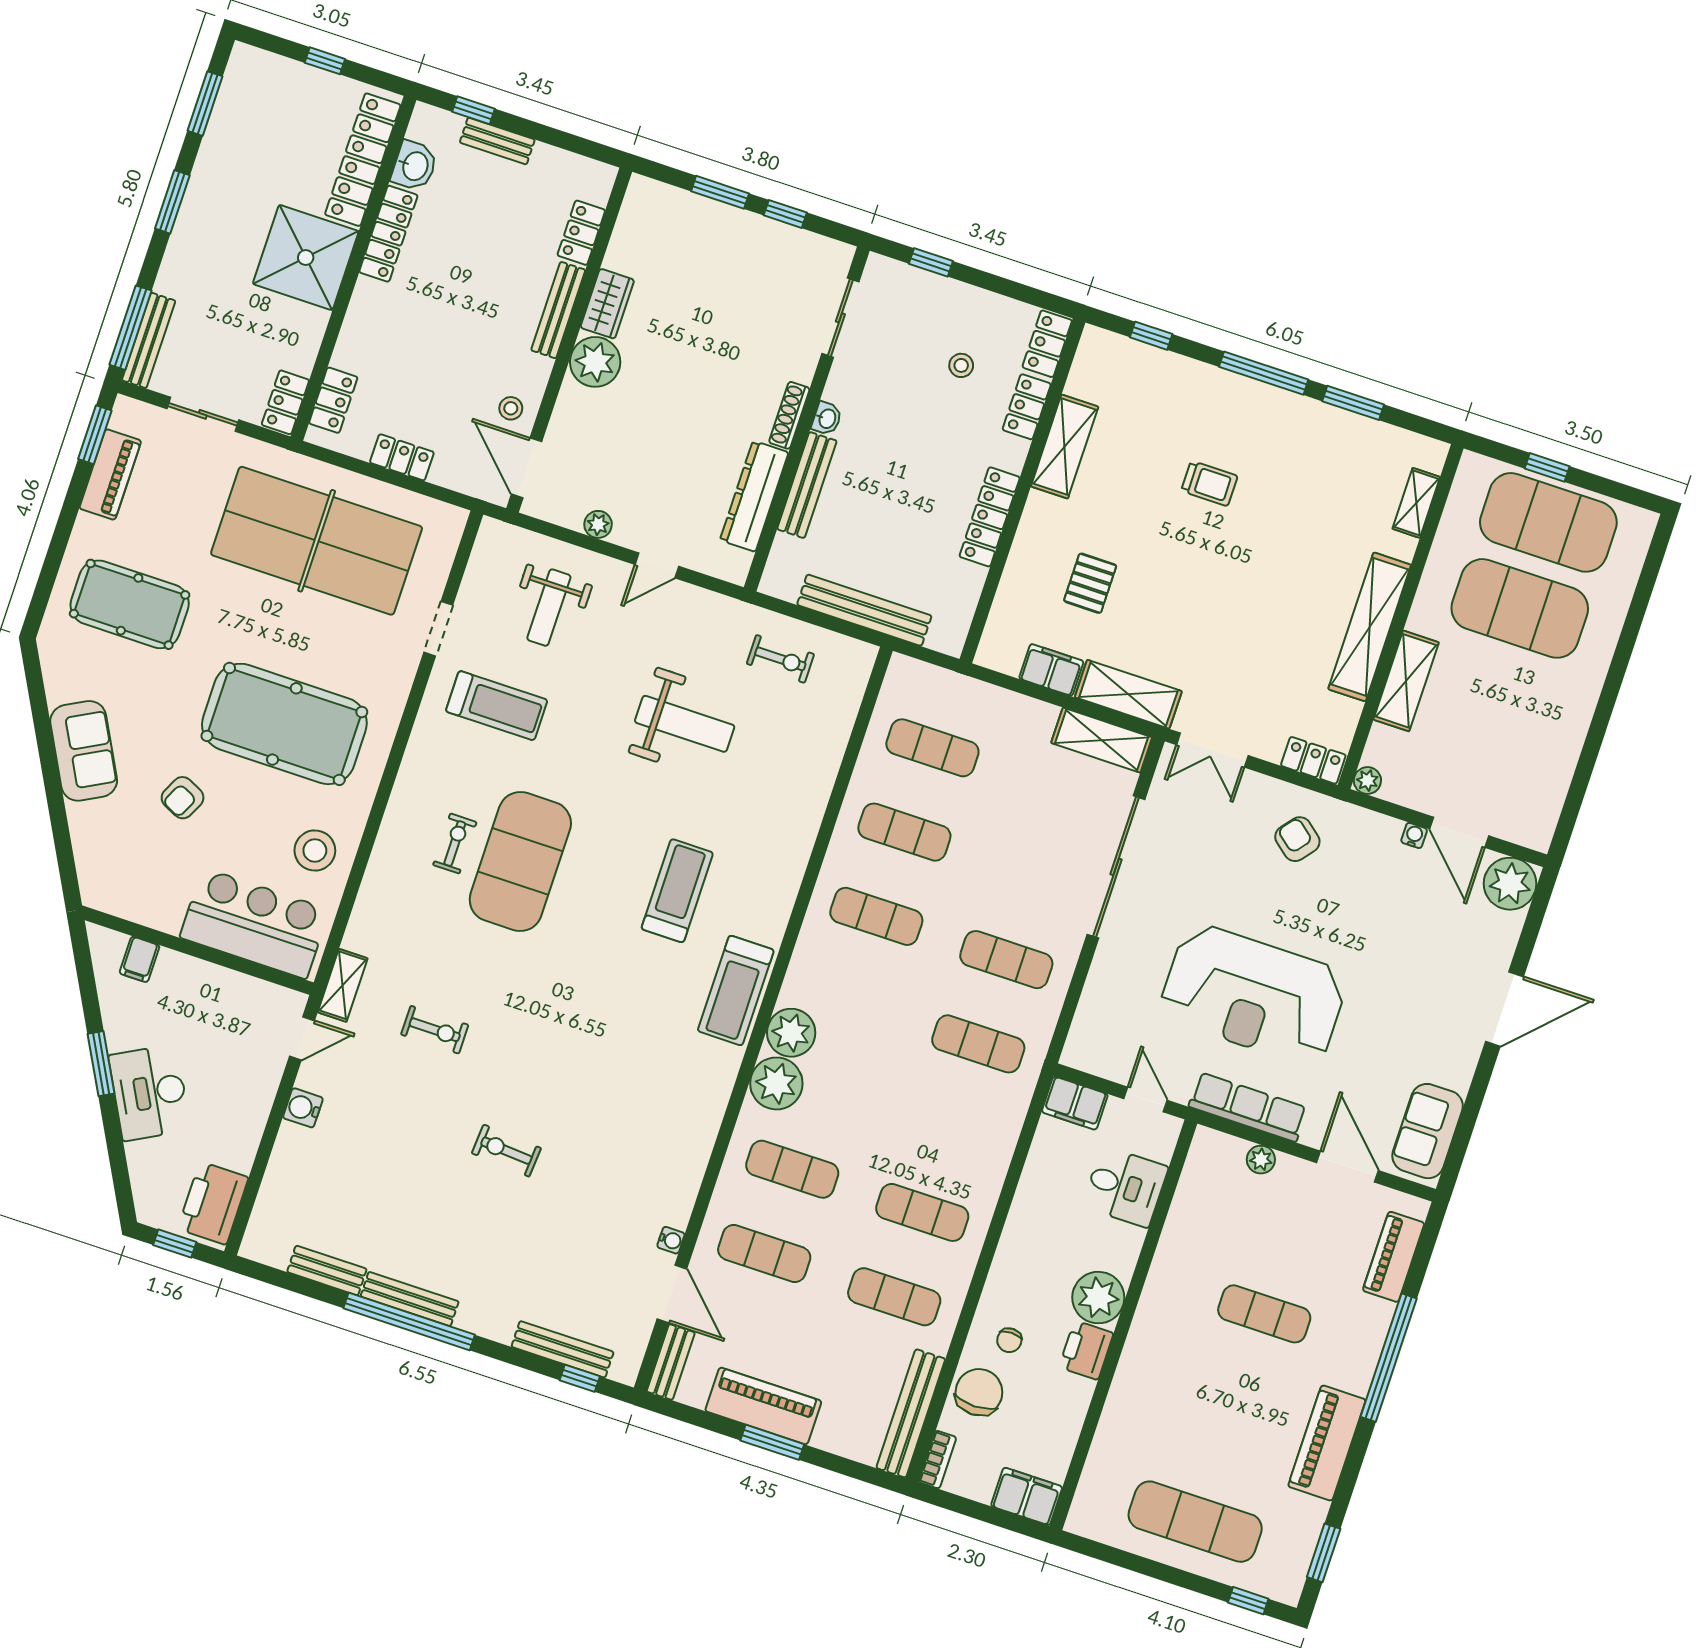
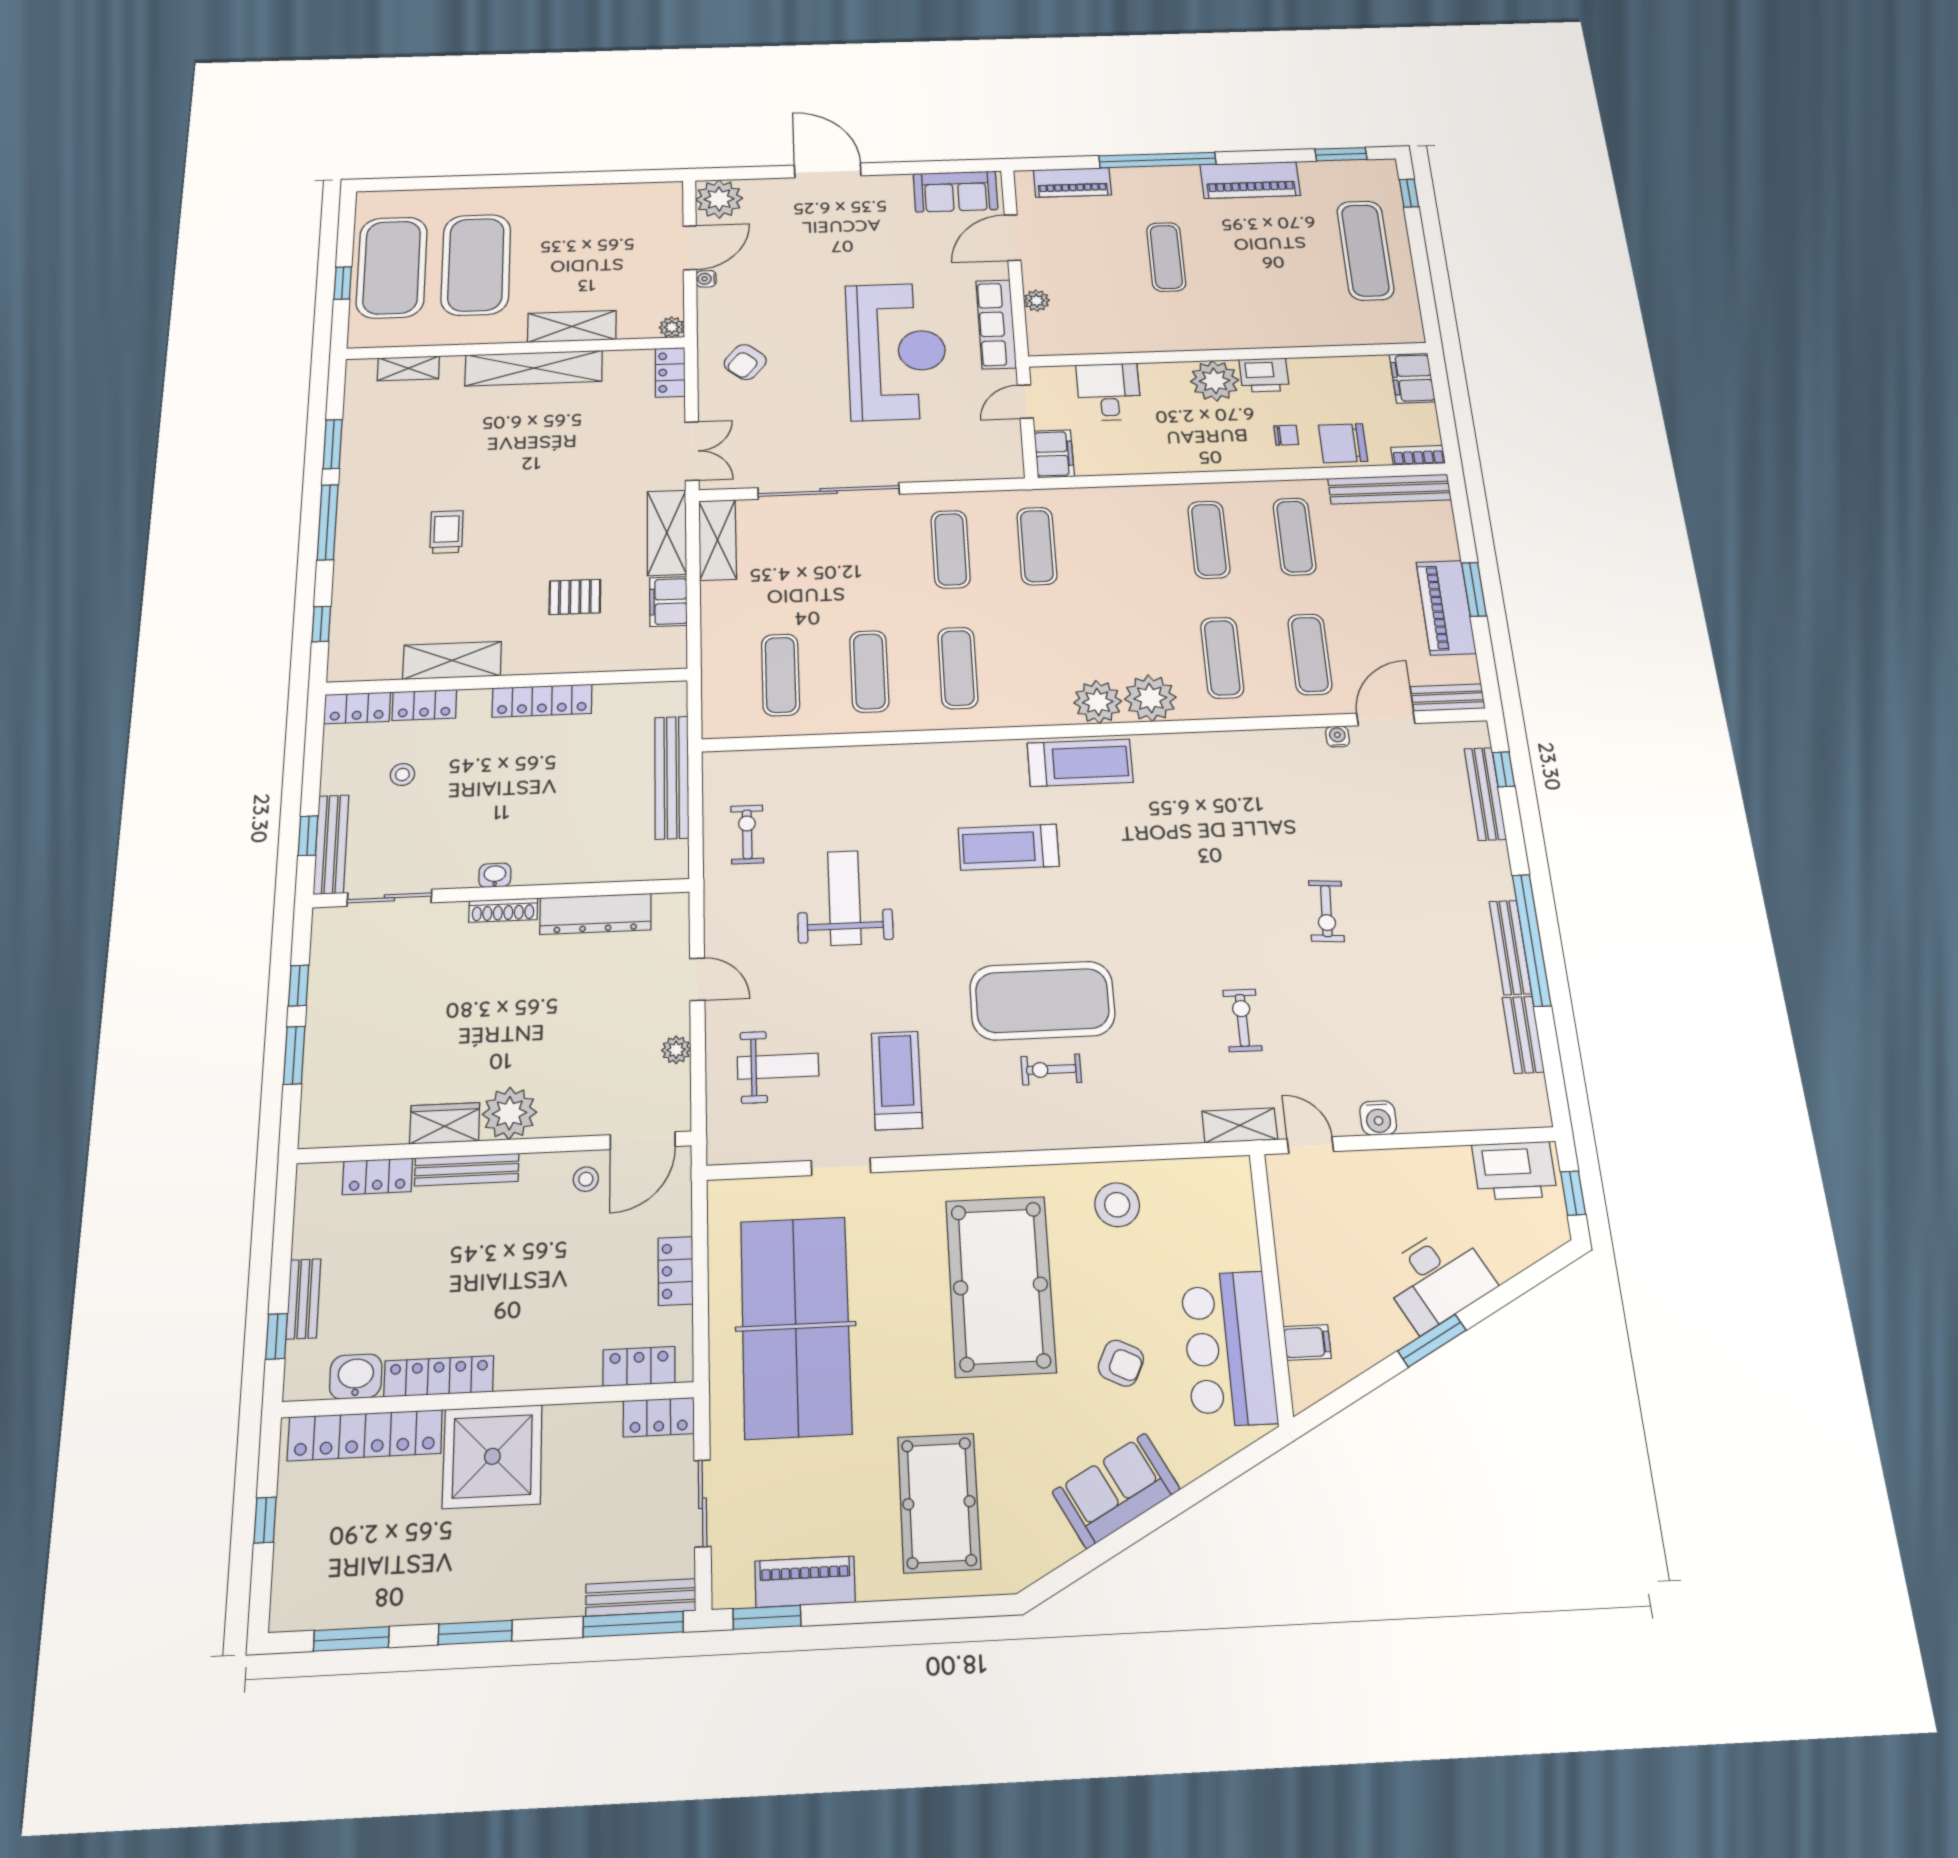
bench: (807, 485) -> (331, 844), moved, turned 90
bar counter: (255, 923) -> (1229, 1348), moved

